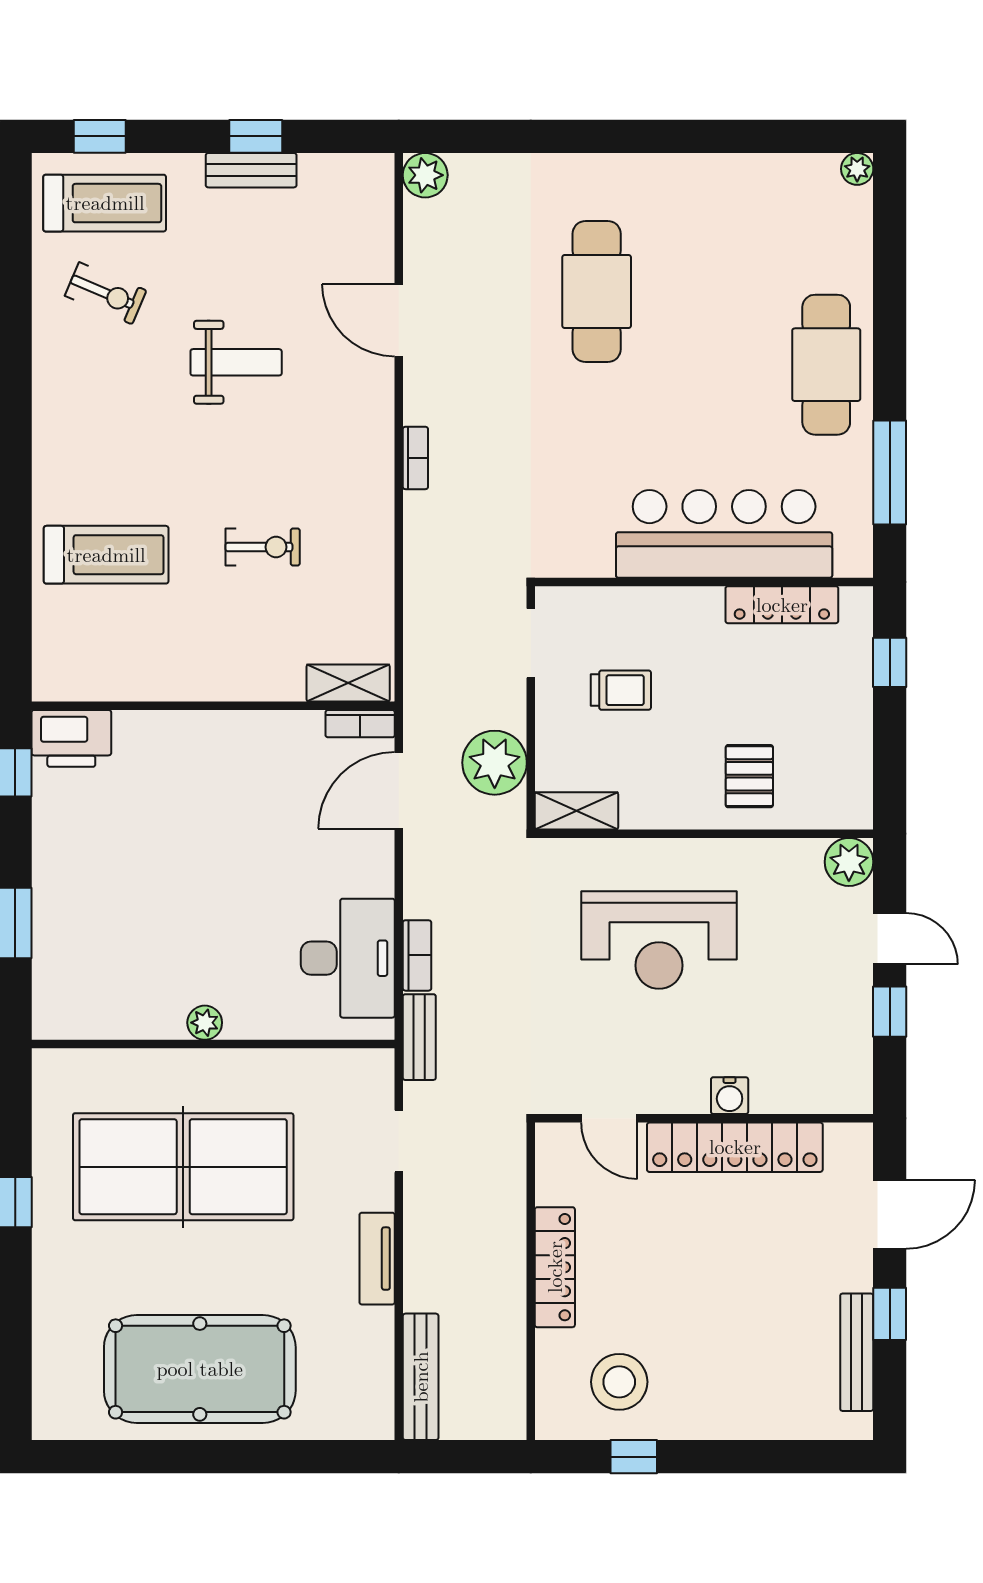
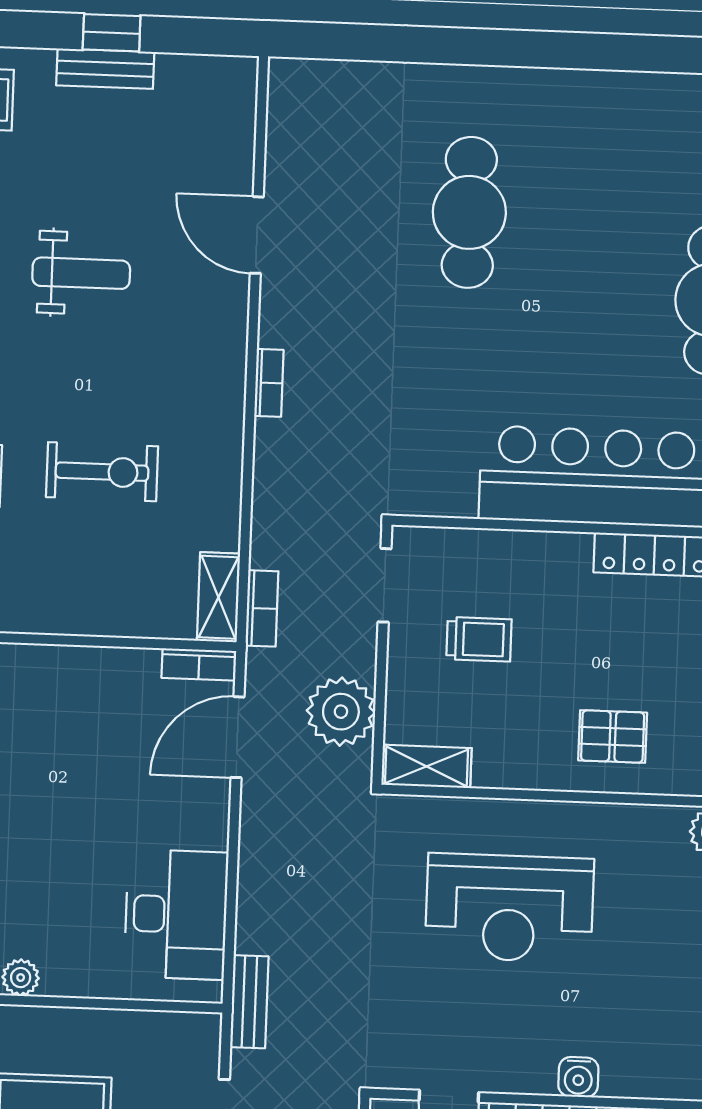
plant: (425, 175) -> (291, 81), removed
exercise bike: (263, 547) -> (102, 472), width x1.38, depth x1.39
shelving: (348, 683) -> (218, 597), moved, turned 90
pallet: (749, 776) -> (613, 737), turned 90
bookcase: (417, 955) -> (262, 608), moved

